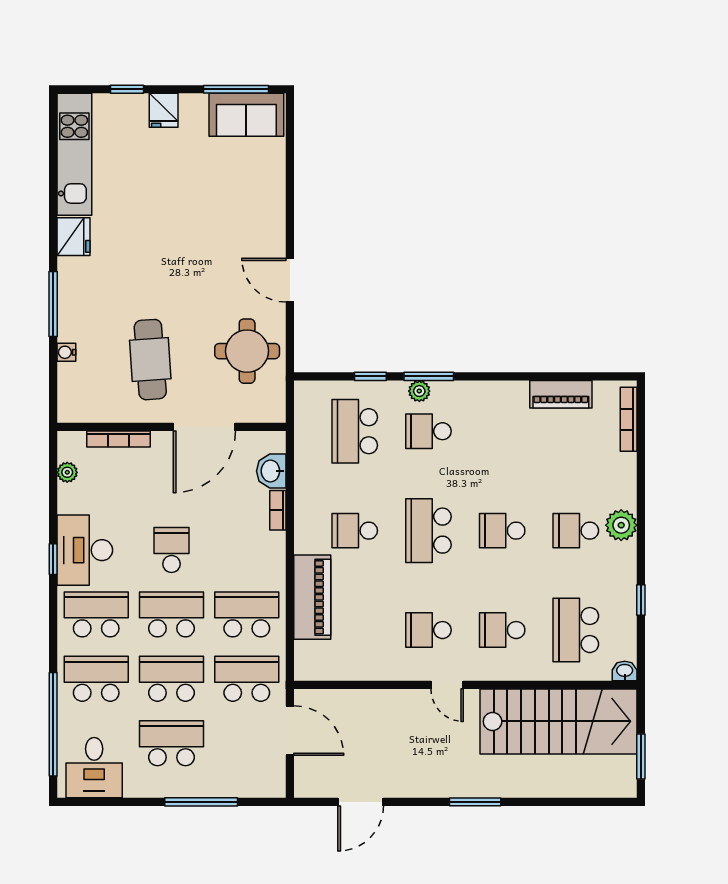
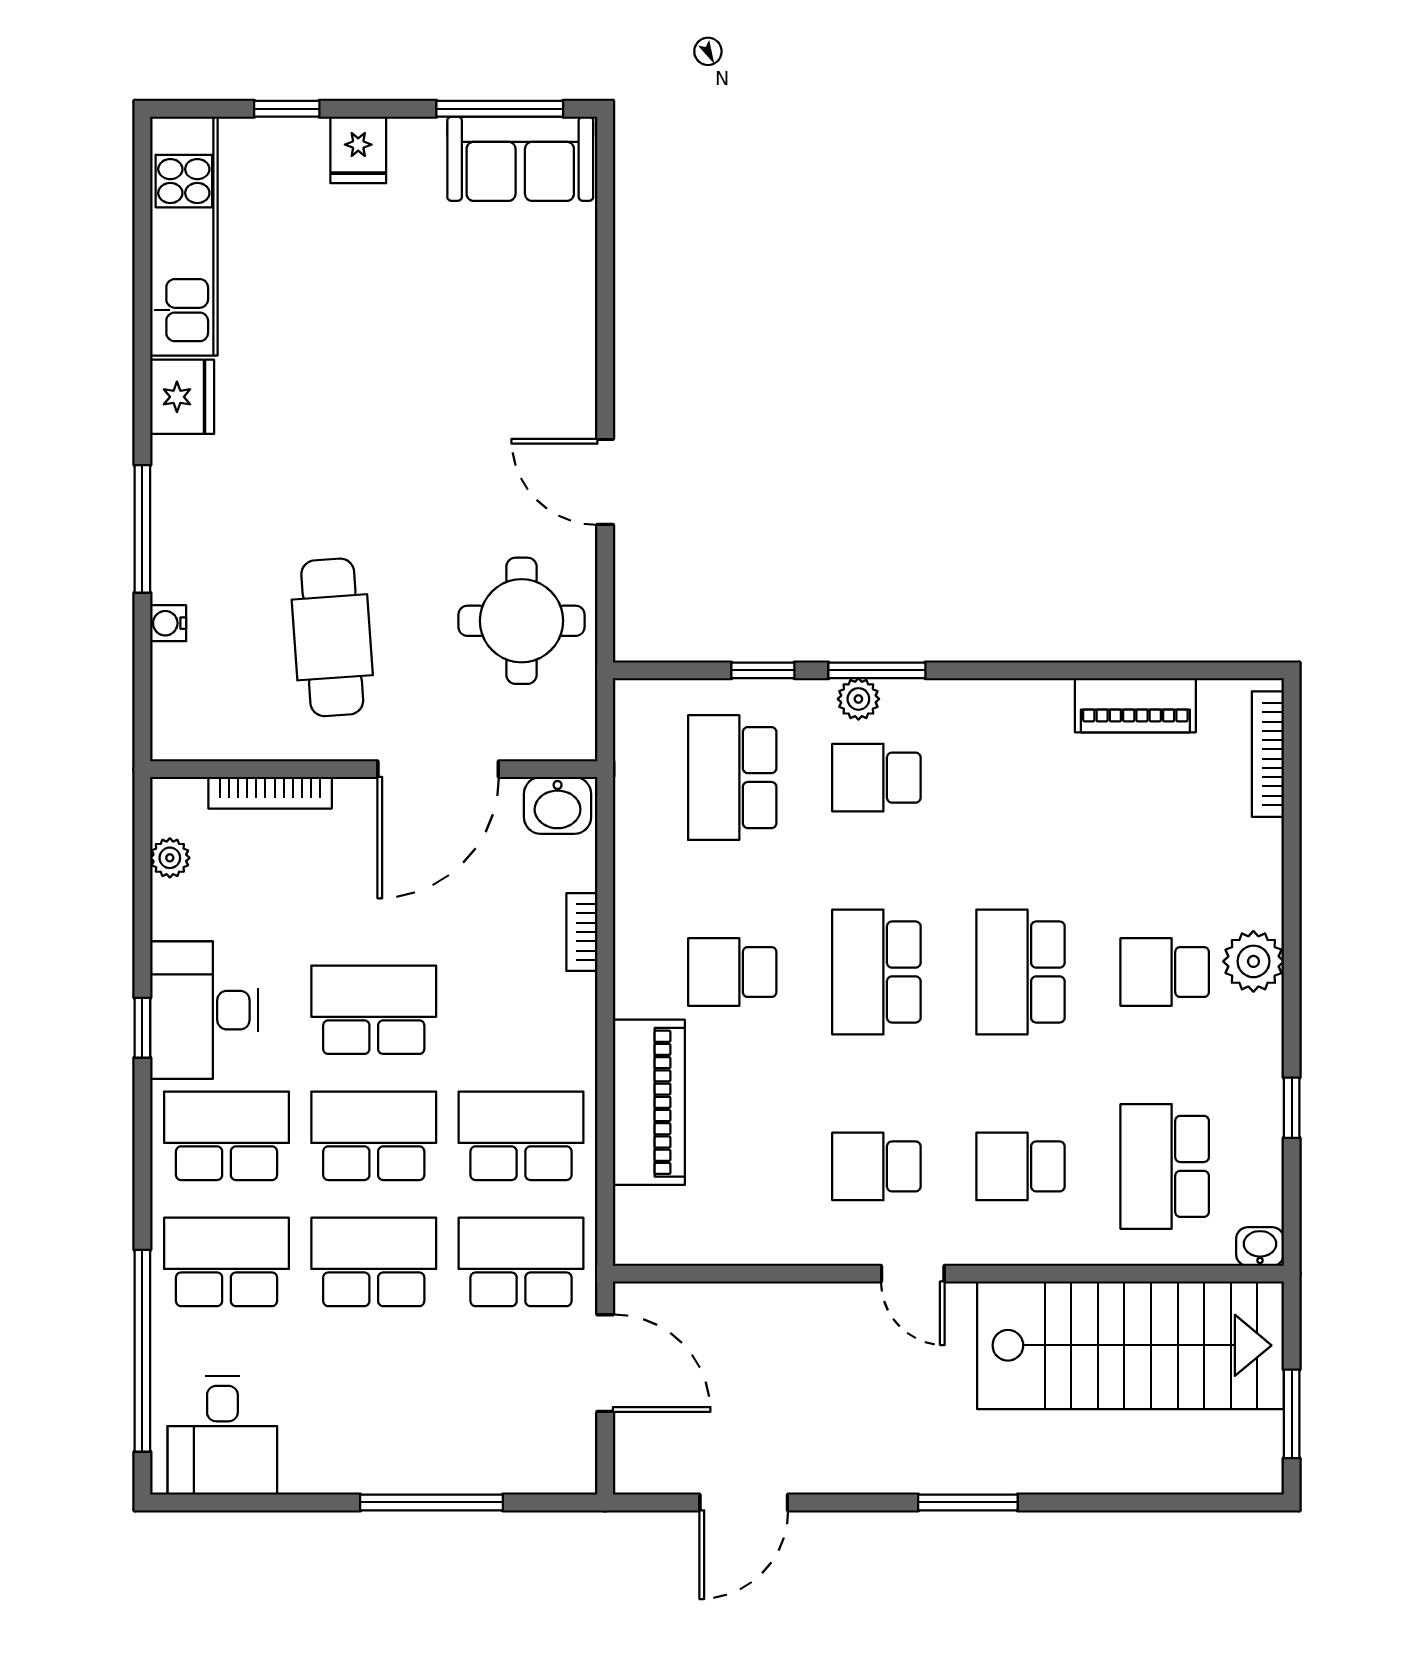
washbasin: (271, 471) -> (558, 805), moved, turned -90
school desk: (502, 531) -> (1021, 972), width x1.85
school desk: (171, 550) -> (374, 1010), width x1.85
school desk: (171, 743) -> (374, 1388), removed

